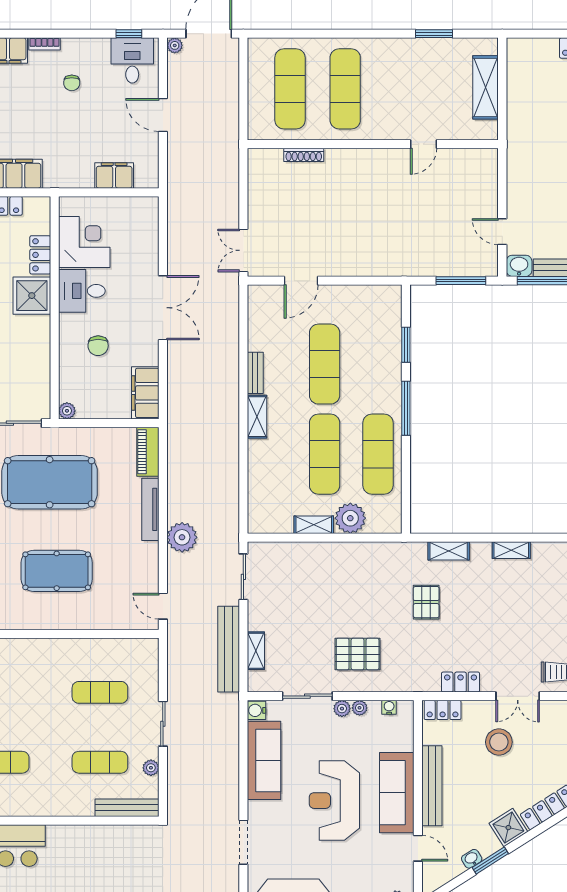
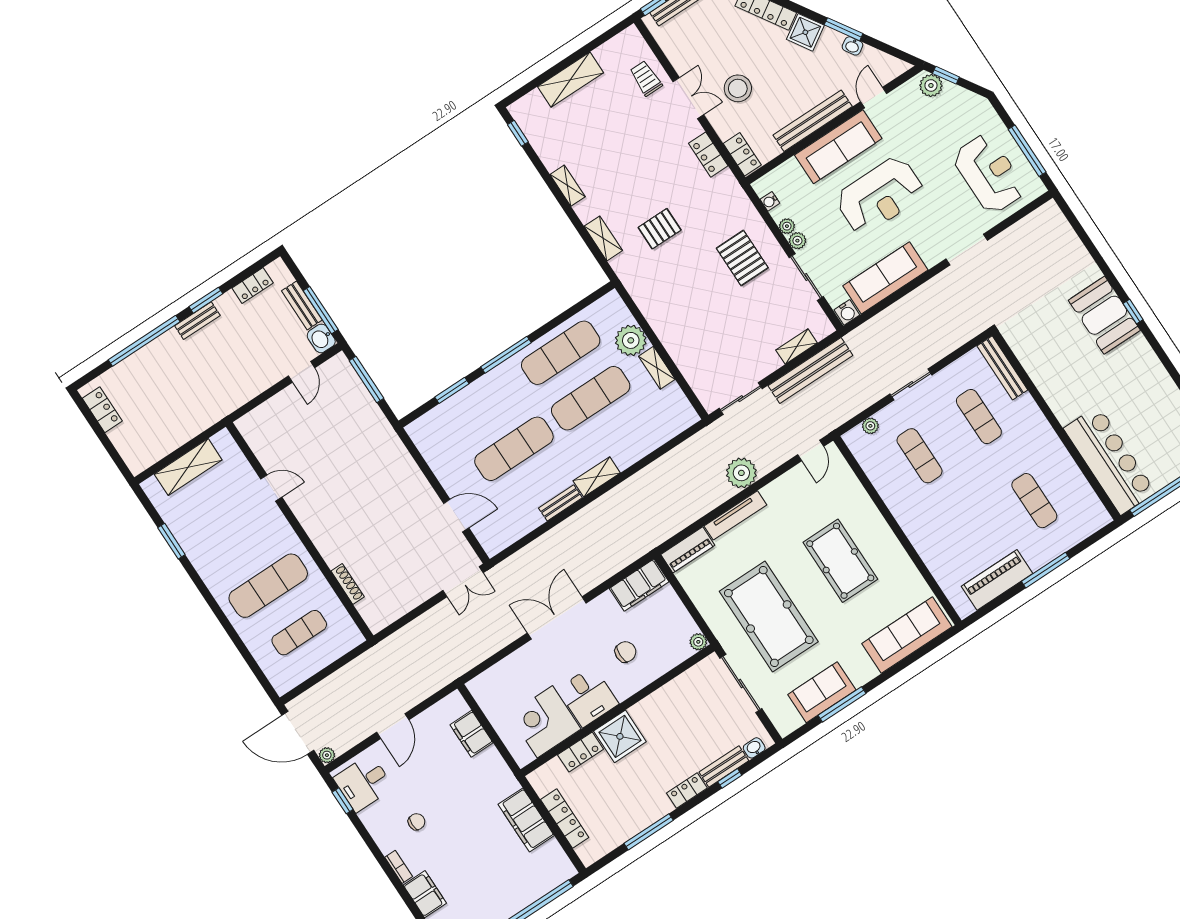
exercise mat: (290, 89) -> (299, 633), width x0.73, depth x0.69
plant: (151, 768) -> (870, 426), moved

